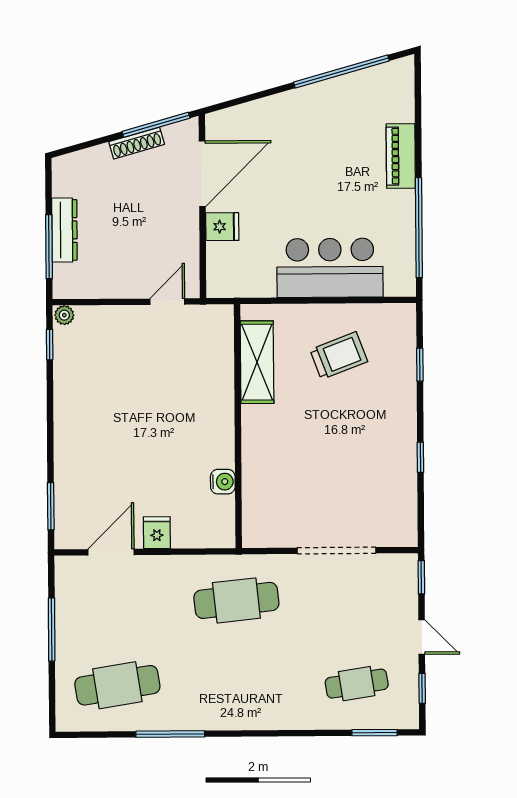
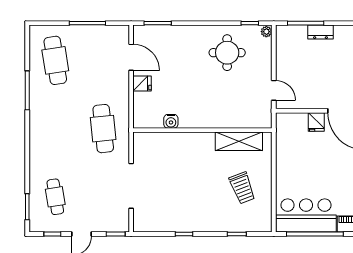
dresser: (64, 230) -> (320, 32), width x0.70
bar counter: (330, 268) -> (306, 215), moved, turned -90
round table: (102, 384) -> (227, 53), added

